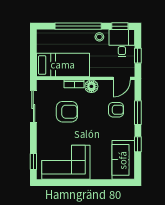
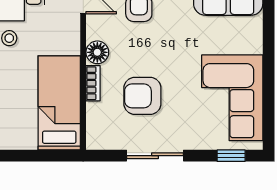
sliding door: (33, 106) -> (155, 156), moved
armchair: (67, 112) -> (142, 96), turned -90

